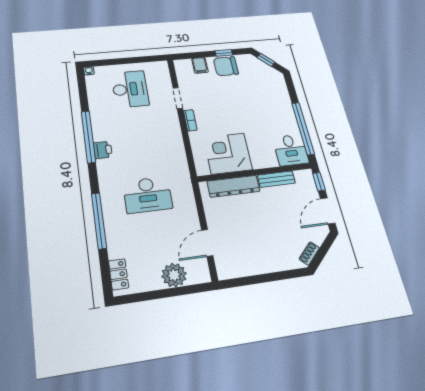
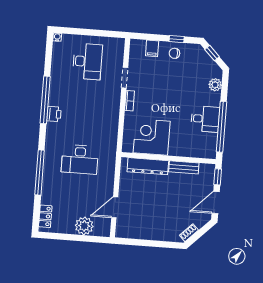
chair: (226, 66) -> (174, 53), width x0.54, depth x0.54
plant: (280, 89) -> (215, 85), added
desk: (291, 150) -> (205, 119), moved, turned -90

